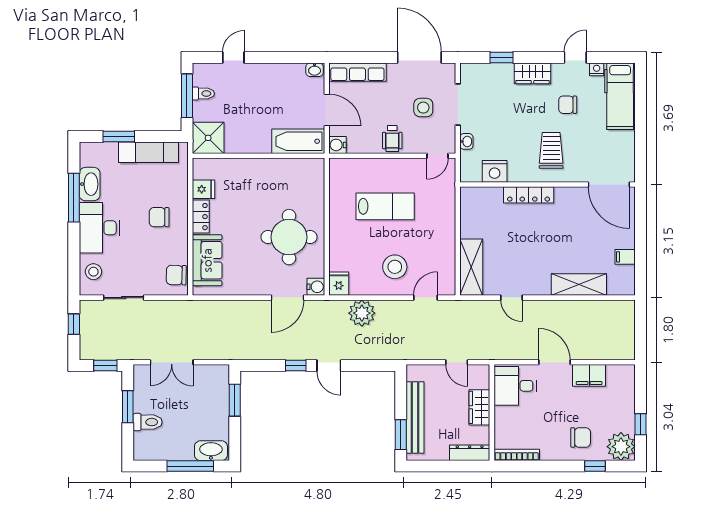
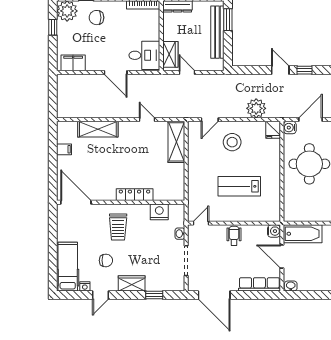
side table: (423, 108) -> (211, 258), removed
filing cabinet: (589, 375) -> (73, 63), moved
wardrobe: (479, 407) -> (170, 54), moved

